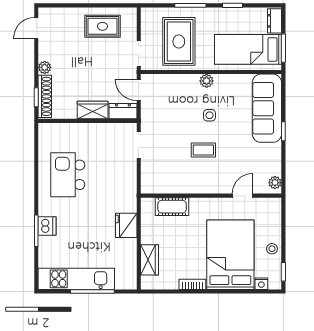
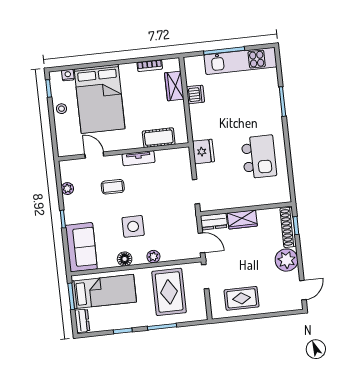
plant: (45, 67) -> (287, 260), width x1.88, depth x1.88
plant: (207, 81) -> (153, 257), moved
floor lamp: (222, 82) -> (125, 259), added
sofa: (267, 108) -> (81, 247), width x0.73
side table: (209, 115) -> (133, 226), width x1.87, depth x1.87
coffee table: (203, 150) -> (113, 187), moved
plant: (275, 183) -> (67, 189), moved
tv unit: (196, 187) -> (139, 158), added
door: (242, 196) -> (94, 155), swing flipped
fridge: (126, 225) -> (203, 151), moved
dishwasher: (47, 226) -> (195, 94), moved, turned 180
bookcase: (192, 284) -> (150, 66), moved

